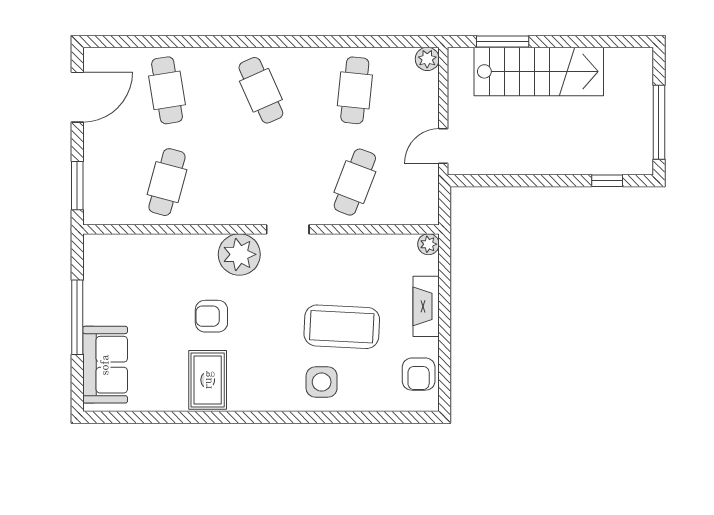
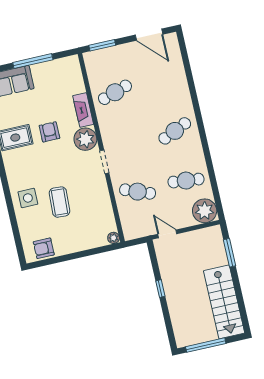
plant: (427, 59) -> (205, 211), width x1.88, depth x1.88
stairs: (539, 71) -> (224, 302), moved
cafe table: (167, 90) -> (163, 81), removed
window: (607, 181) -> (160, 289), moved
cafe table: (167, 182) -> (115, 92), turned -33
fireplace: (426, 306) -> (83, 110), moved, turned -90
coffee table: (342, 327) -> (60, 202), width x0.73, depth x0.76

